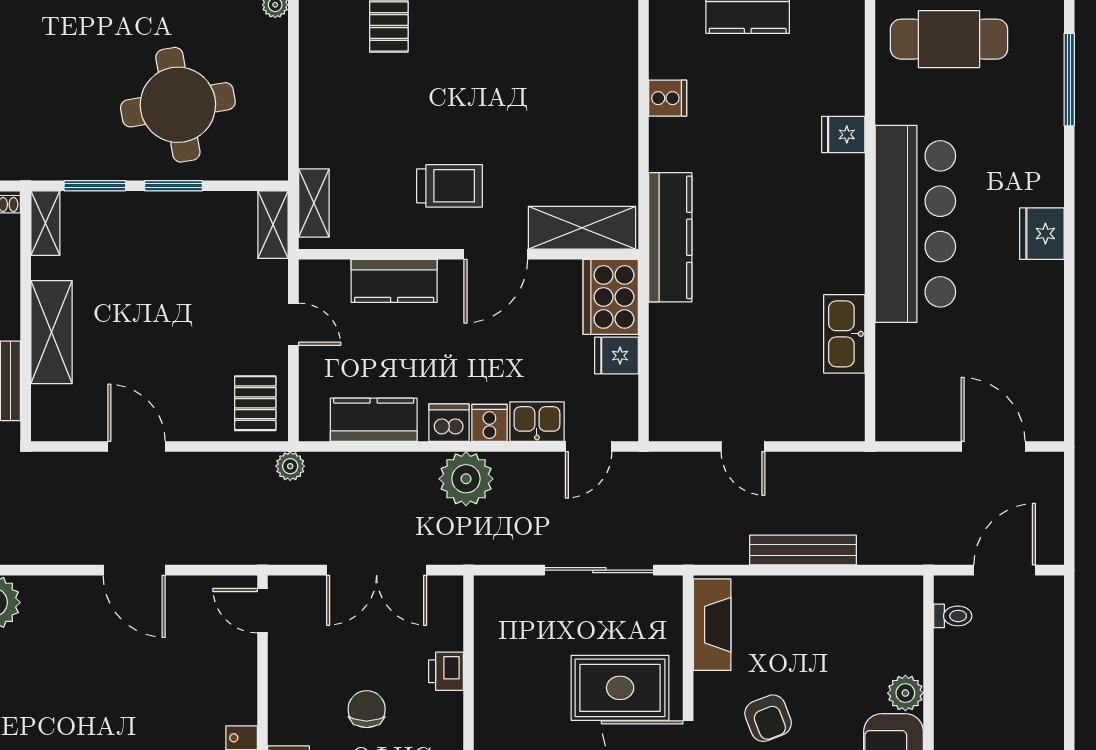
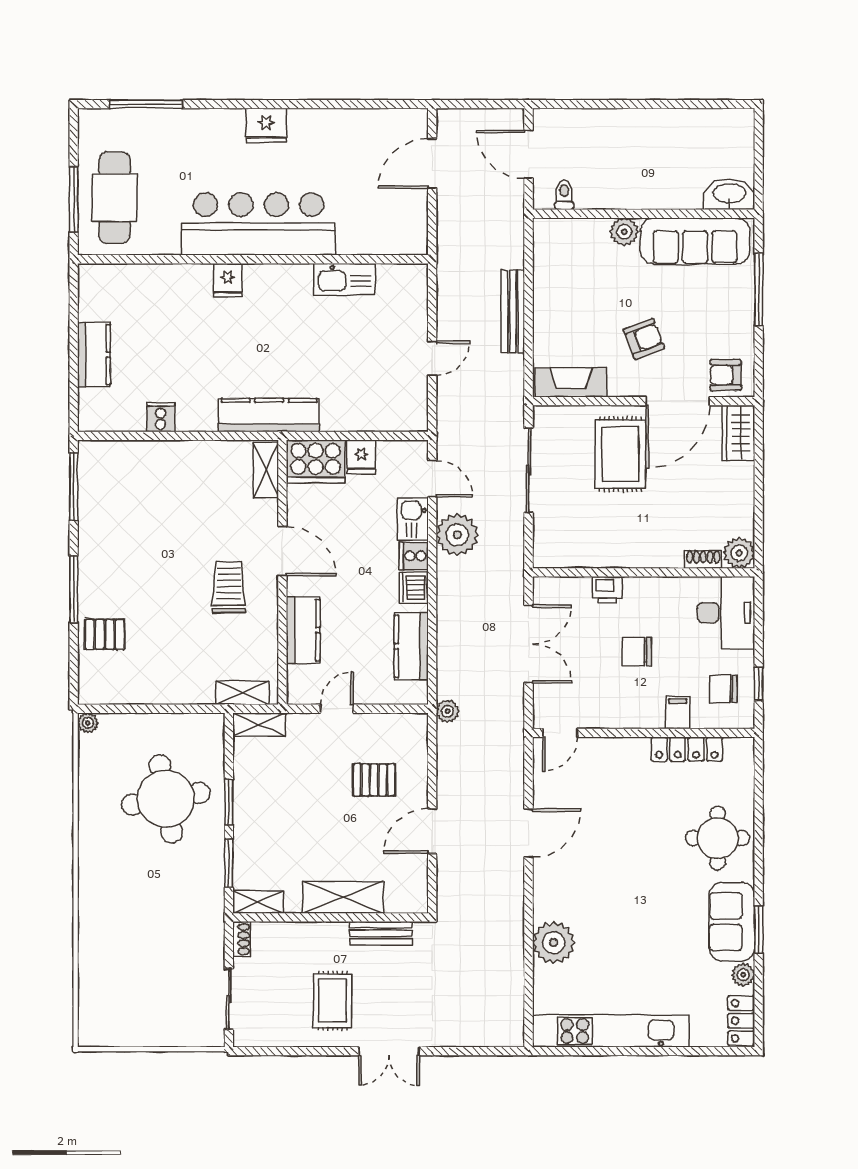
fridge: (843, 134) -> (228, 280), moved
shelving: (582, 228) -> (266, 470), width x0.67, depth x0.75
pallet: (255, 403) -> (374, 780), moved
plant: (466, 479) -> (457, 535), moved

